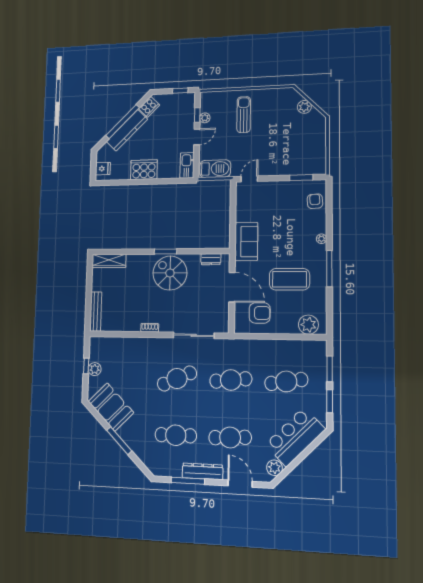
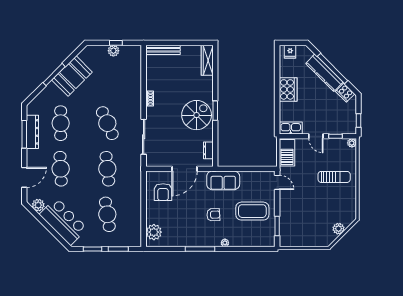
plant: (205, 118) -> (352, 143), moved
armchair: (315, 201) -> (213, 215), moved
coffee table: (289, 279) -> (252, 211), moved, turned 90
booth: (111, 407) -> (72, 76), moved
dresser: (203, 471) -> (32, 132), moved

